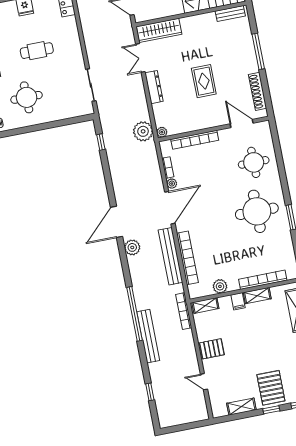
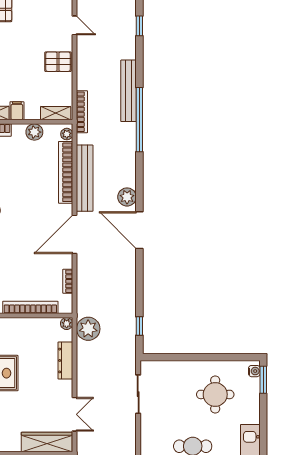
dresser: (154, 87) -> (65, 360), moved
plant: (172, 184) -> (67, 134), moved
door: (117, 222) -> (139, 230), swing flipped

